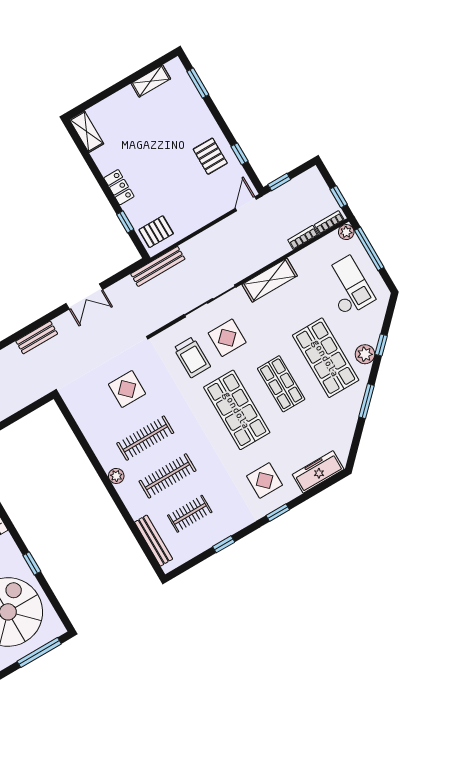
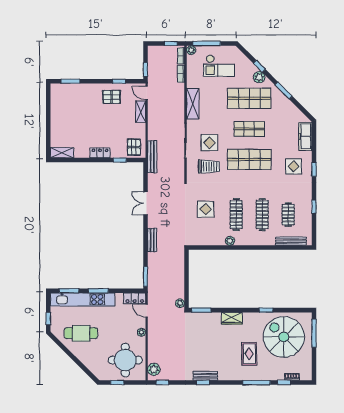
shelving: (151, 81) -> (141, 112), moved
checkout: (347, 286) -> (219, 66), turned 180
double door: (84, 296) -> (146, 203), swing flipped
plant: (116, 476) -> (230, 241), moved

